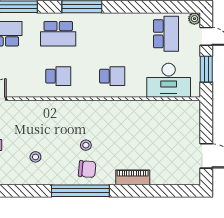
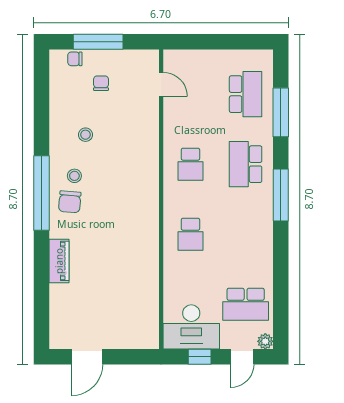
window: (206, 69) -> (200, 357), width x0.67
desk: (169, 80) -> (191, 327), moved, turned -90
stool: (86, 145) -> (74, 176), moved

